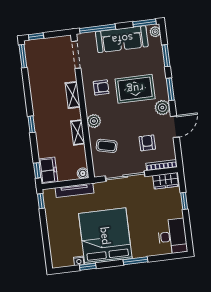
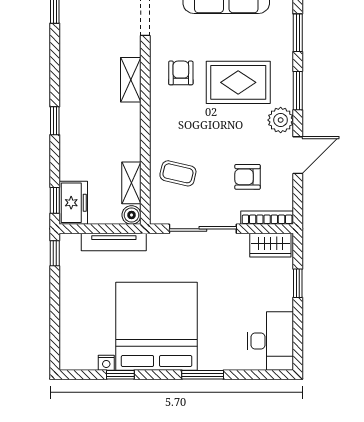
armchair: (101, 87) -> (181, 73), turned -90
plant: (94, 121) -> (161, 128), removed
shelving: (78, 132) -> (131, 183), moved
armchair: (147, 143) -> (248, 177), turned -90

